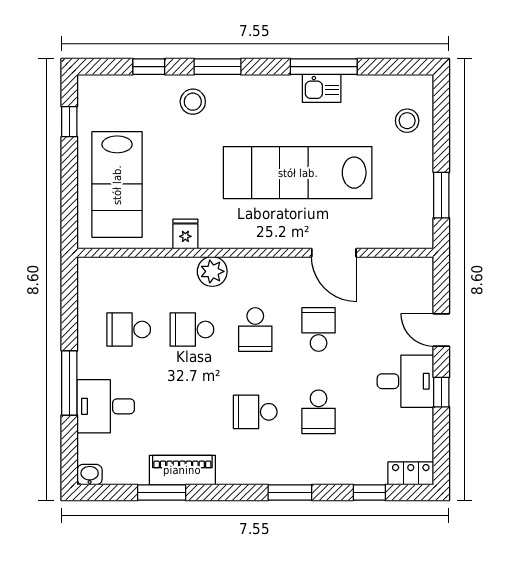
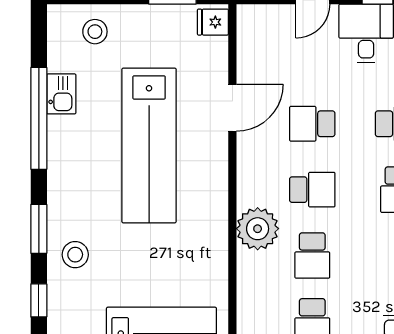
window: (324, 67) -> (39, 118), width x1.46
kitchen sink: (322, 88) -> (61, 94), moved
fridge: (185, 234) -> (213, 22), moved
plant: (212, 271) -> (258, 229), width x1.36, depth x1.36

